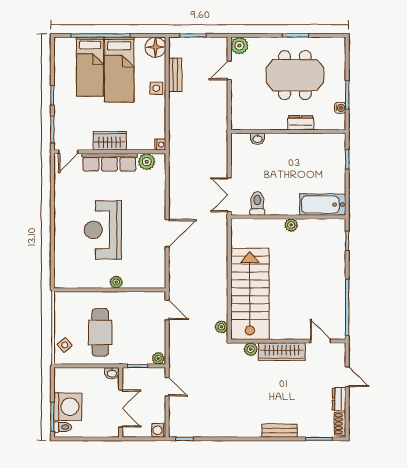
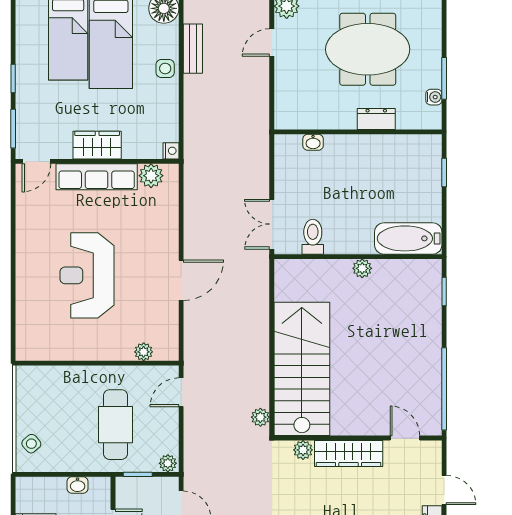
plant: (116, 282) -> (144, 352), moved
door: (167, 310) -> (181, 392), swing flipped
cafe table: (100, 332) -> (115, 425), moved
washbasin: (112, 373) -> (78, 485), moved

